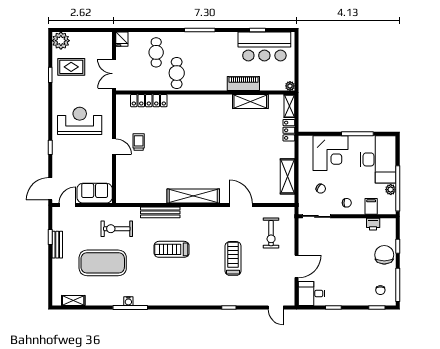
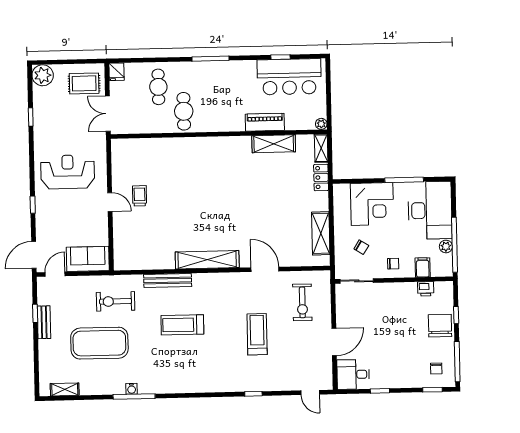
rug: (71, 67) -> (84, 83), moved
locker: (149, 101) -> (151, 145), removed

